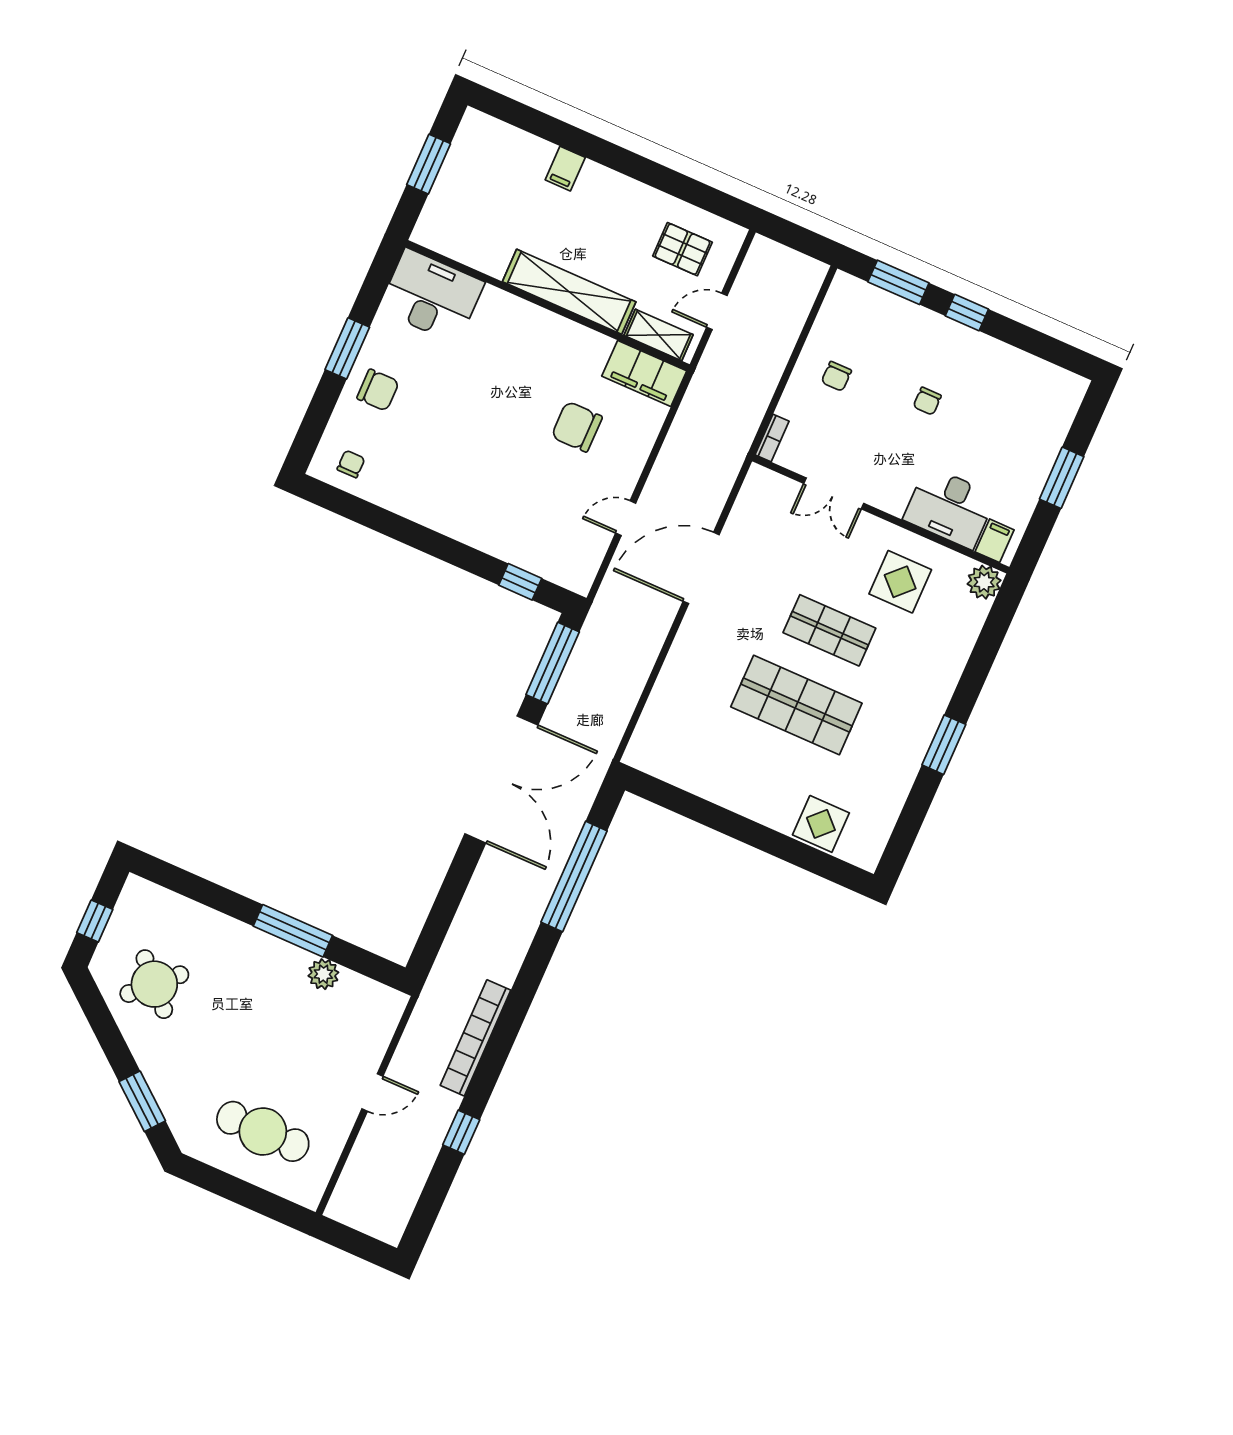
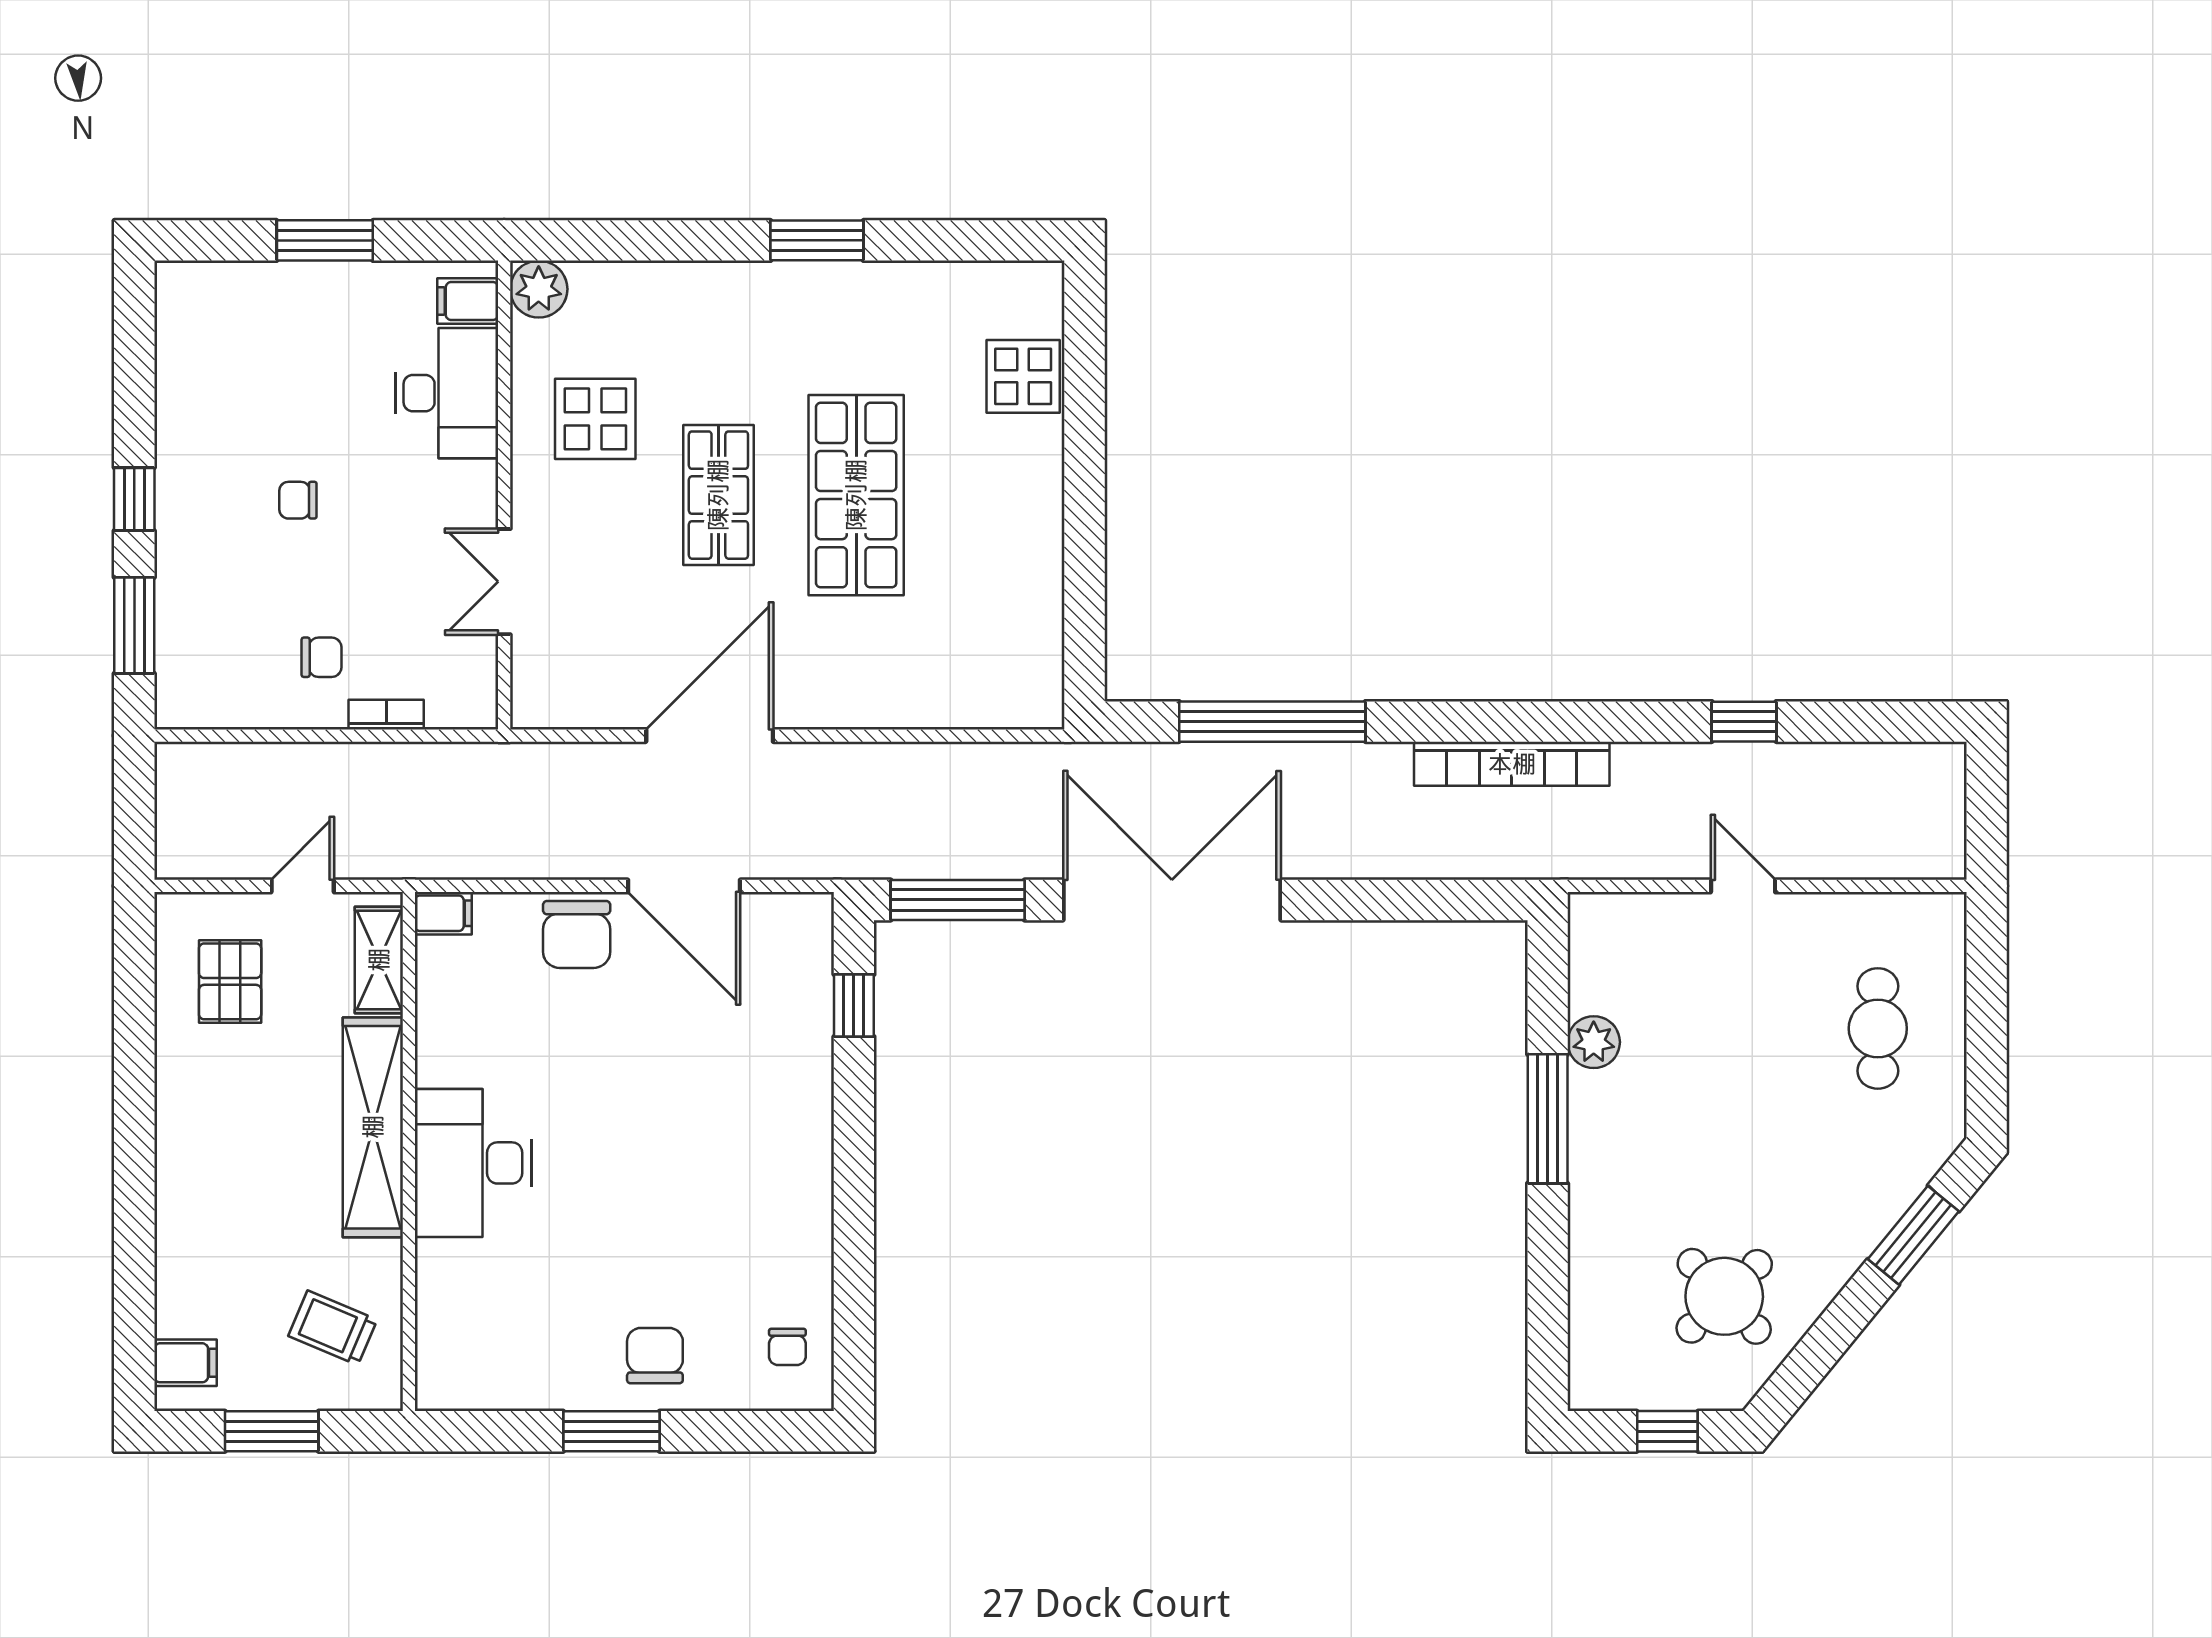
filing cabinet: (565, 169) -> (185, 1363), moved
trolley: (470, 222) -> (333, 1328), added
desk: (431, 296) -> (473, 1163), moved
door: (717, 311) -> (303, 886), swing flipped
filing cabinet: (644, 373) -> (443, 913), width x0.33, depth x0.86
chair: (927, 401) -> (298, 500), turned 180
chair: (577, 427) -> (577, 934), moved
bookcase: (772, 438) -> (386, 715), moved
chair: (351, 464) -> (787, 1347), turned -90
double door: (834, 493) -> (504, 582), swing flipped
door: (626, 518) -> (684, 886), width x1.88
door: (701, 568) -> (710, 736), swing flipped
bookcase: (476, 1038) -> (1512, 764), moved
cafe table: (263, 1131) -> (1878, 1028), width x0.73, depth x0.74

